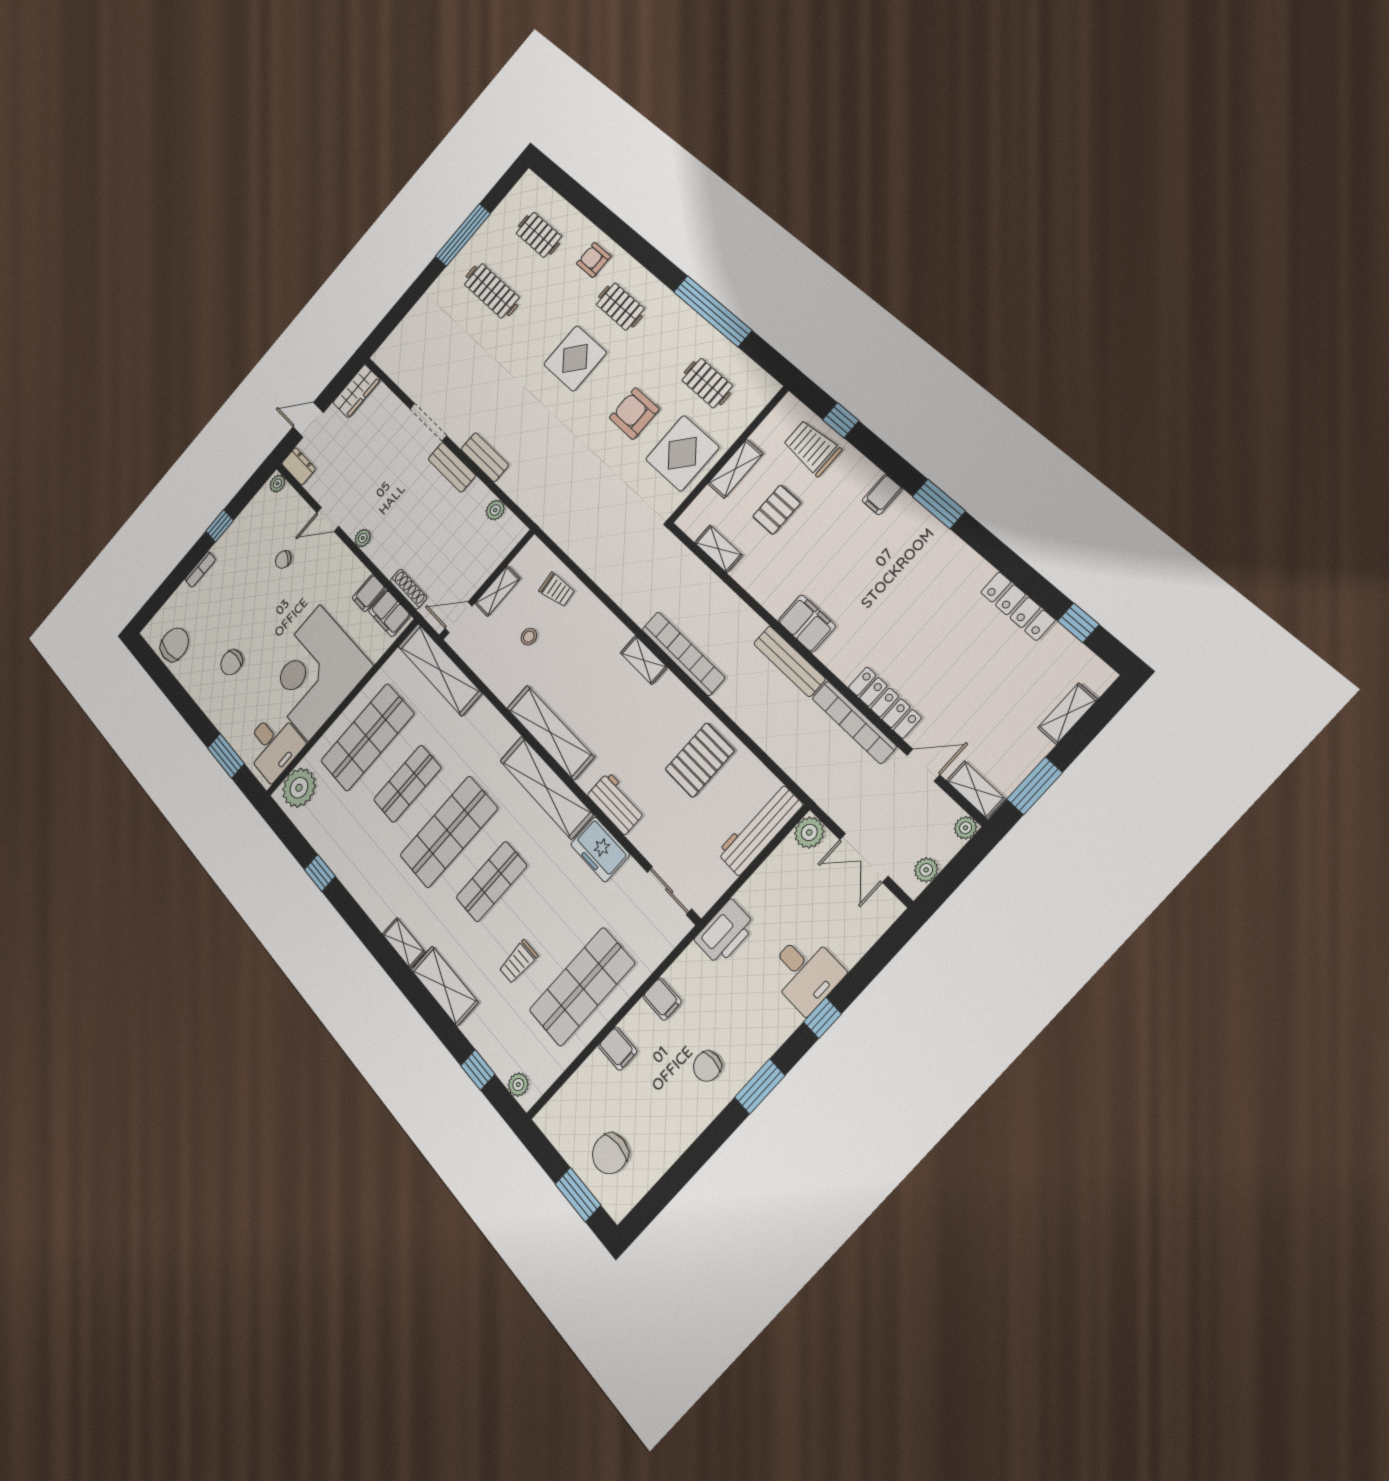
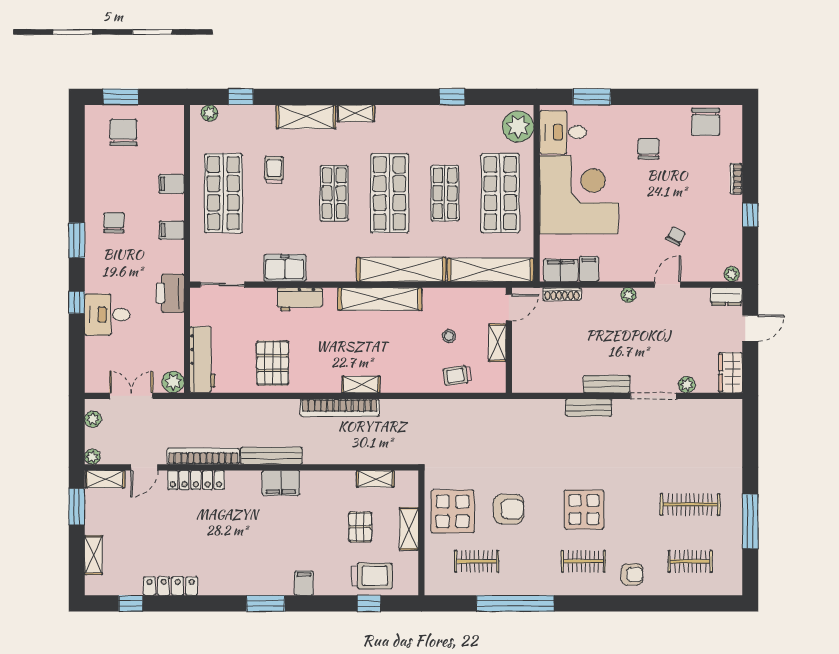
plant: (495, 510) -> (687, 385), moved
shelving: (546, 787) -> (401, 269), moved

